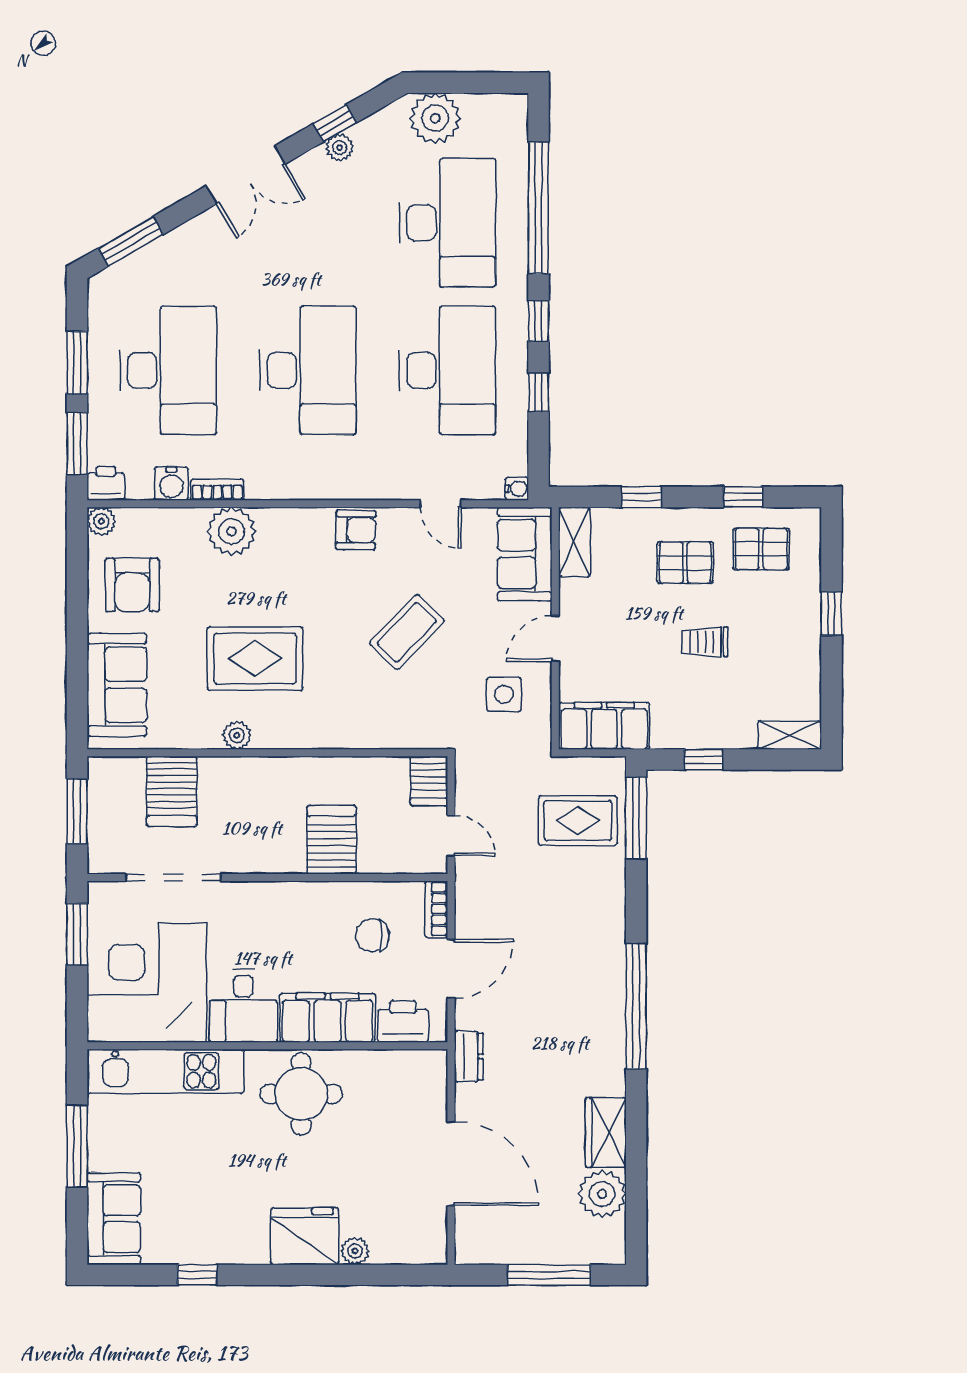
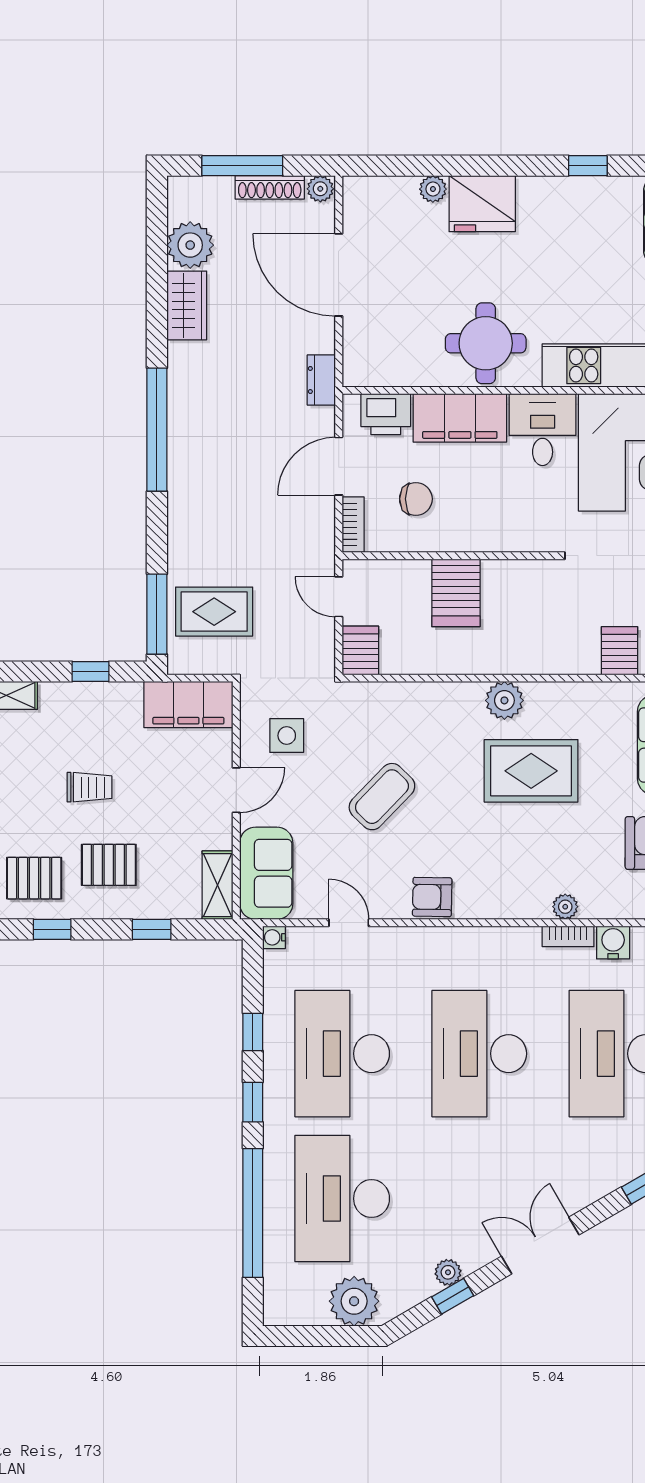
plant: (232, 531) -> (565, 907), width x0.53, depth x0.53
plant: (237, 735) -> (504, 700), moved, width x1.38, depth x1.38
server rack: (172, 791) -> (619, 651), width x0.73, depth x0.70
plant: (470, 1251) -> (320, 189), added
shoe rack: (521, 1253) -> (270, 187), added

